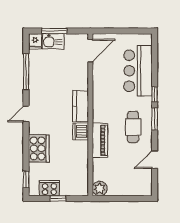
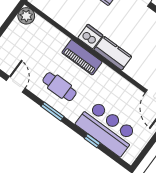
window: (155, 94) -> (92, 141), moved
piano: (100, 140) -> (82, 57), moved

